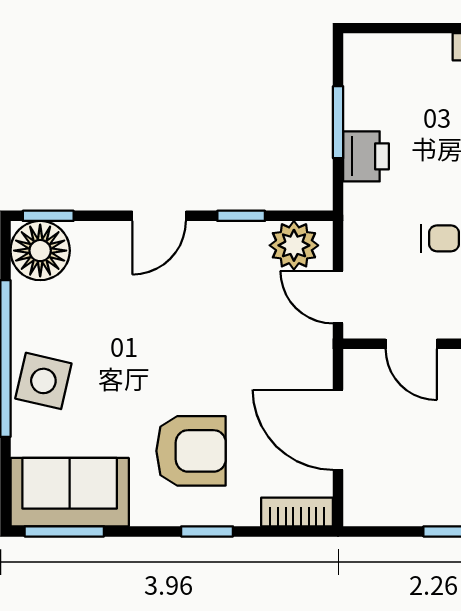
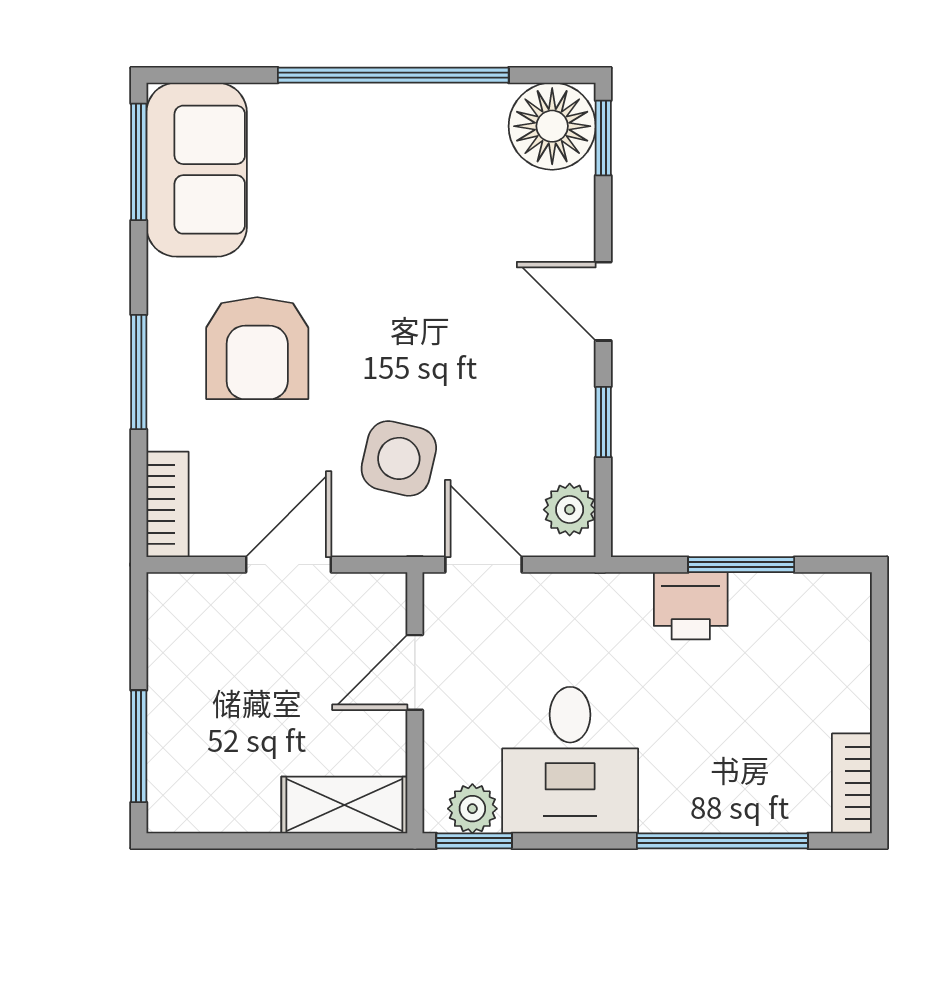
plant: (294, 245) -> (570, 510), width x0.73, depth x0.73
door: (338, 297) -> (483, 565), hinge flipped
side table: (43, 381) -> (399, 458), moved
door: (338, 430) -> (289, 565), width x0.73
window: (207, 531) -> (139, 372), width x1.50

